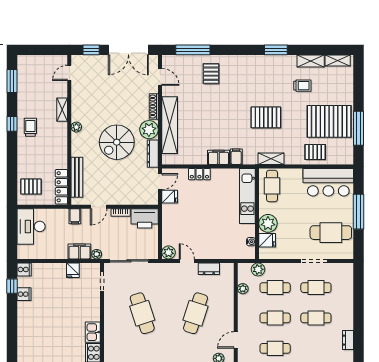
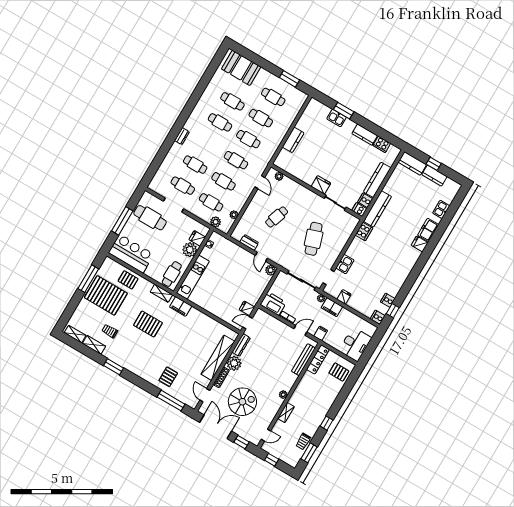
window: (48, 50) -> (272, 460), added
trolley: (30, 127) -> (303, 441), moved
spiral stairs: (117, 142) -> (242, 402), moved
filing cabinet: (218, 157) -> (197, 316), removed
filing cabinet: (236, 157) -> (181, 306), width x2.00
locker: (199, 174) -> (217, 312), removed
cafe table: (196, 313) -> (277, 217), width x0.73, depth x0.74
kitchen sink: (93, 332) -> (345, 264), moved
door: (236, 340) -> (260, 182), hinge flipped

